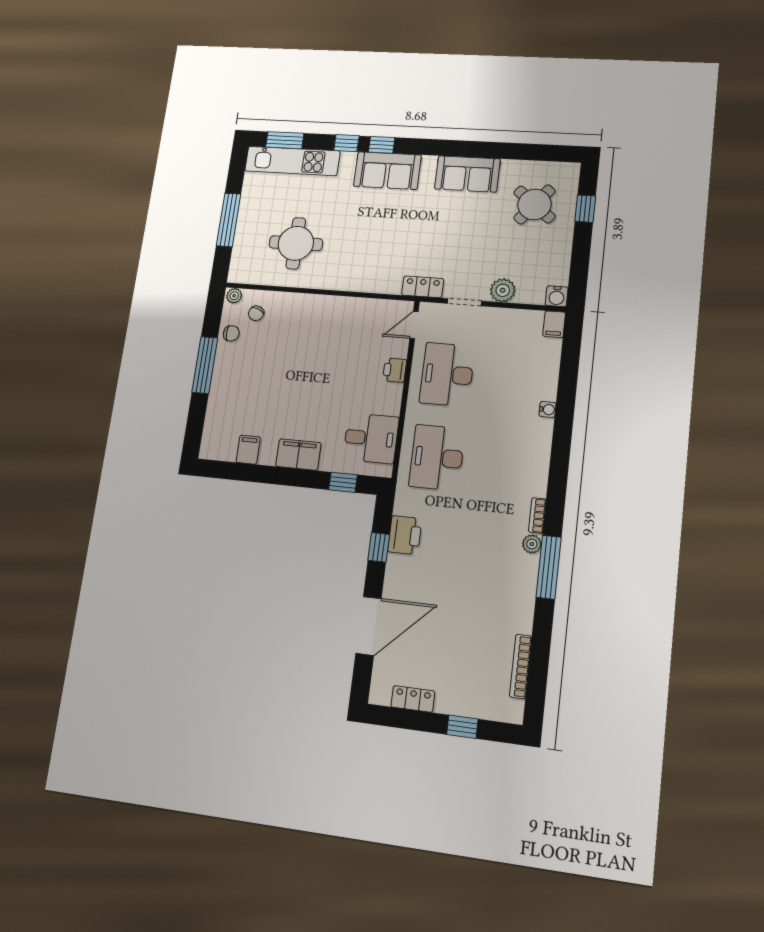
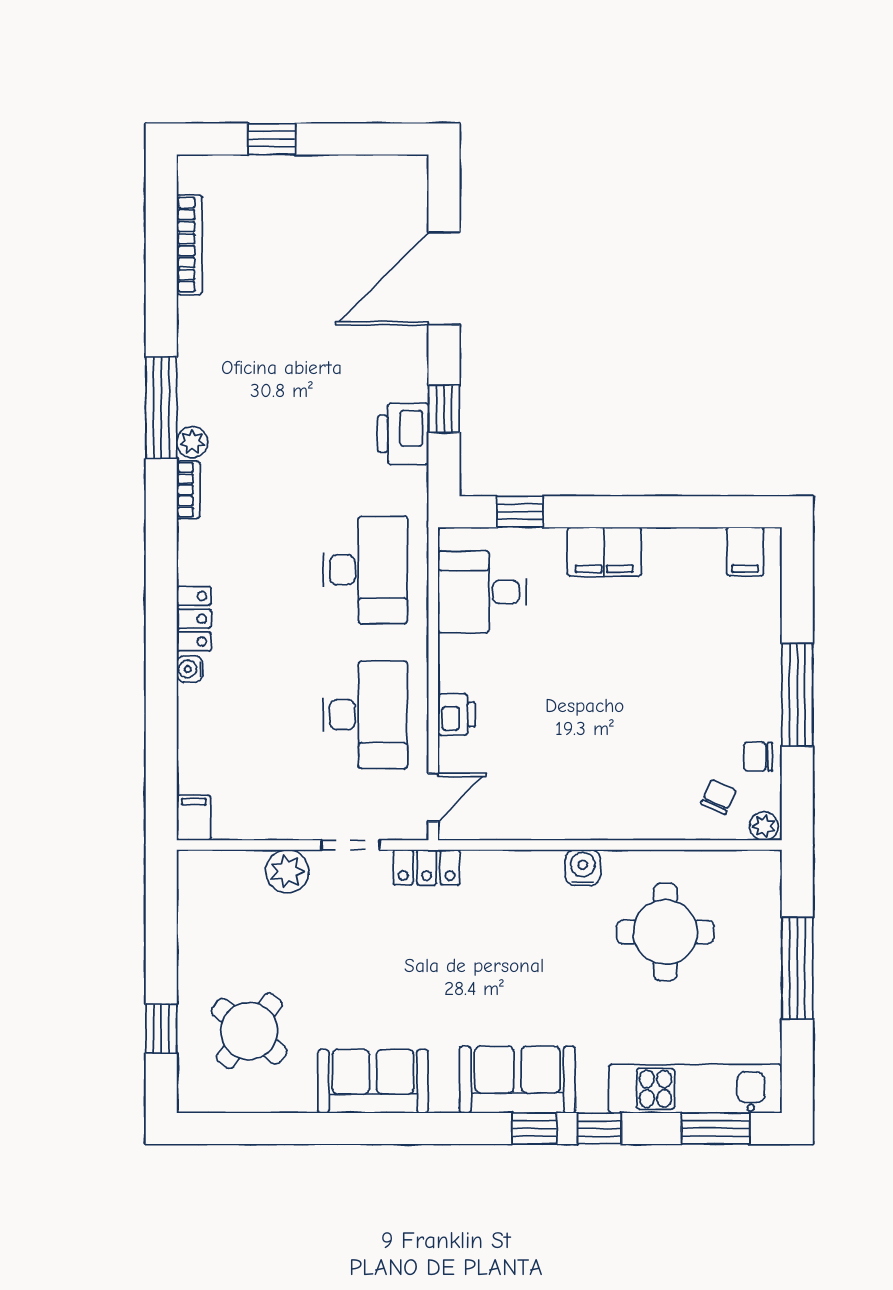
water cooler: (557, 296) -> (583, 867), moved
filing cabinet: (248, 450) -> (745, 551), moved
locker: (413, 699) -> (194, 619), moved, turned -90

